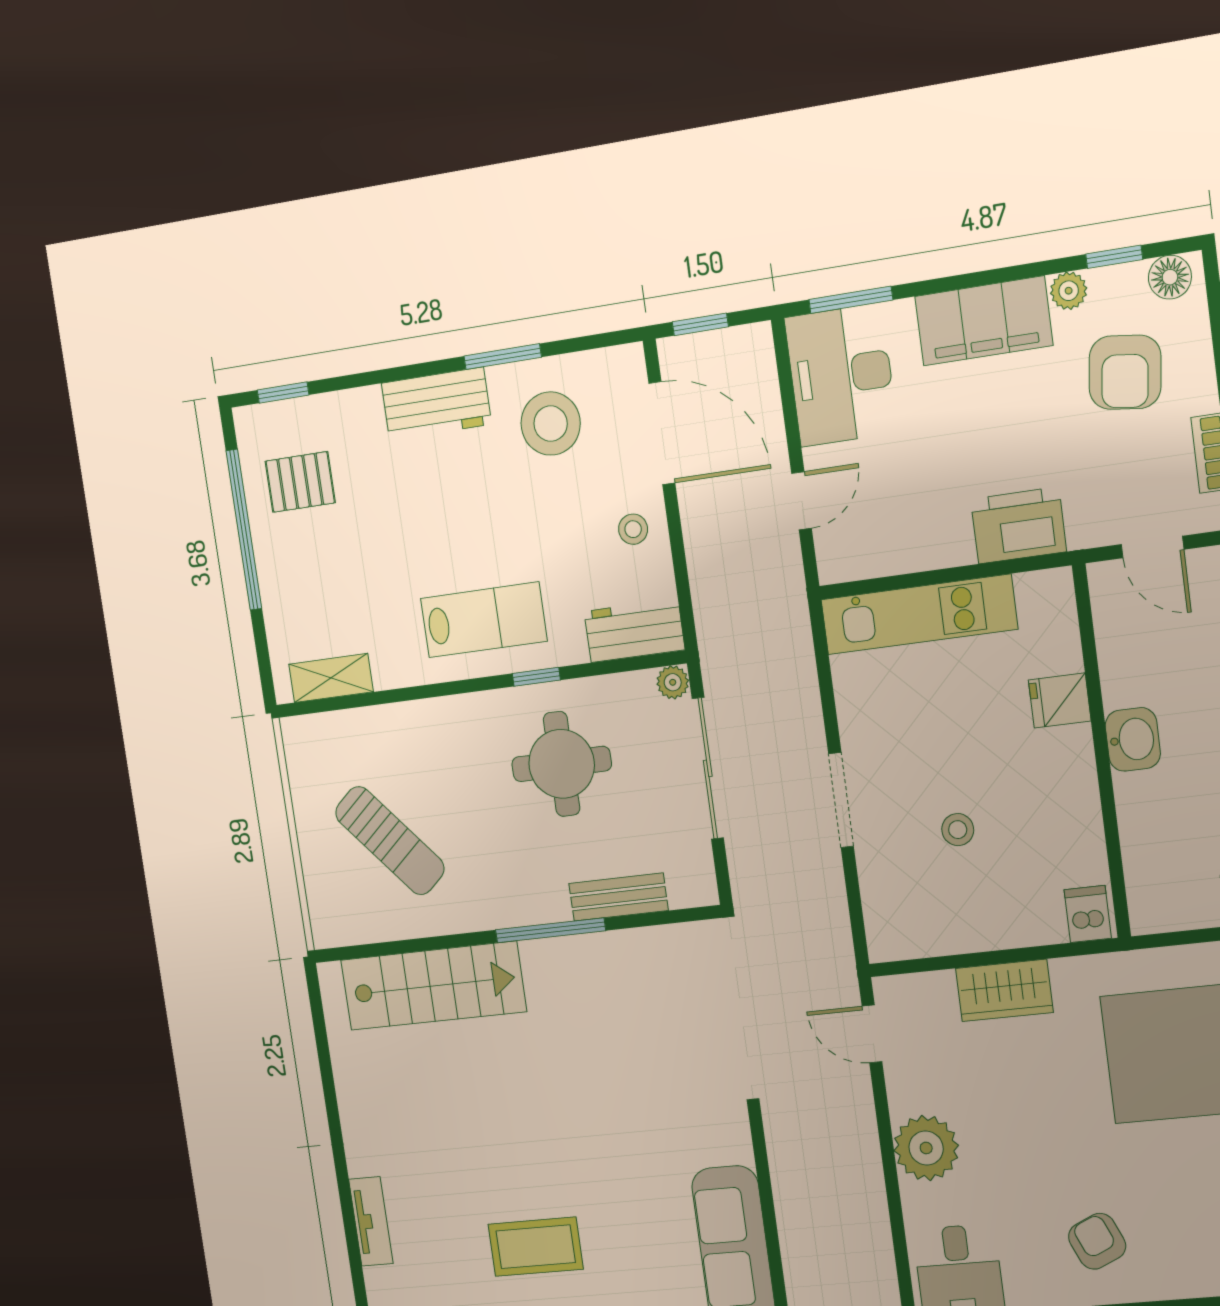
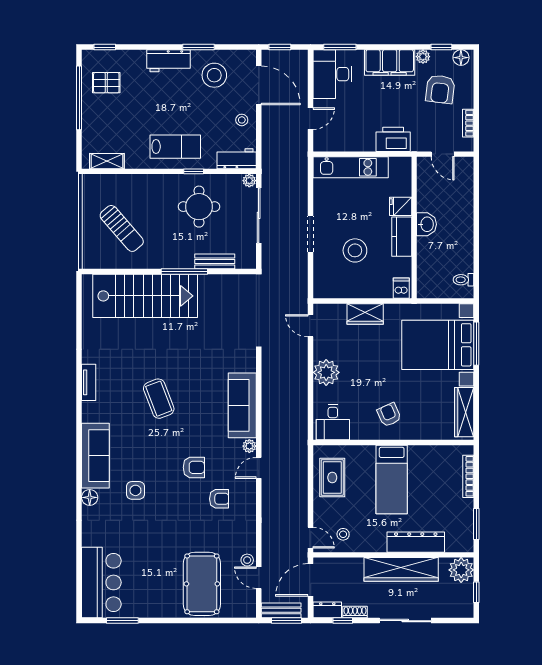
kitchen counter: (1072, 780) -> (402, 237), added
stool: (958, 830) -> (355, 250), width x1.89, depth x1.89
stairs: (433, 986) -> (145, 296), width x1.36, depth x1.51
coffee table: (536, 1247) -> (159, 399), turned 69

